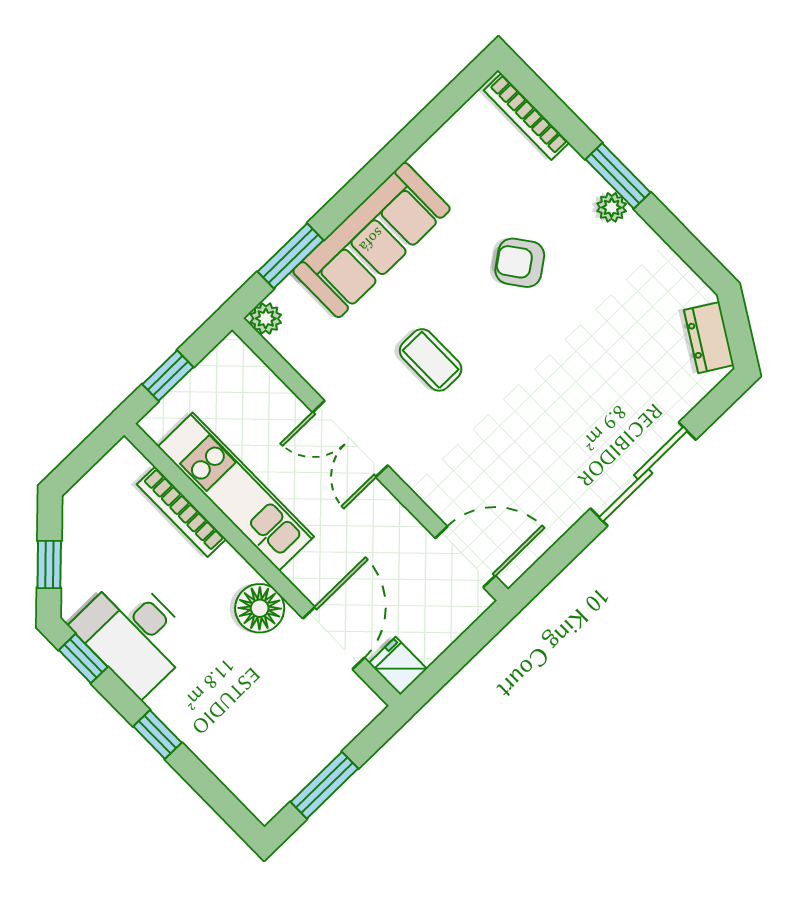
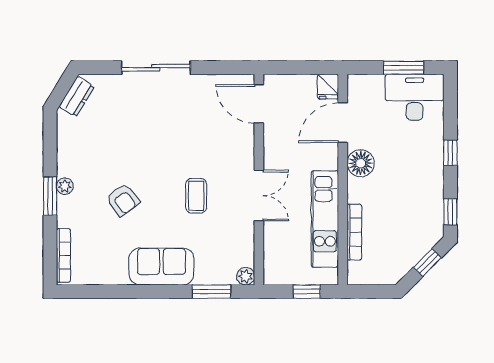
sofa: (372, 240) -> (161, 266), width x0.73
desk: (134, 634) -> (415, 97), moved, turned -90

